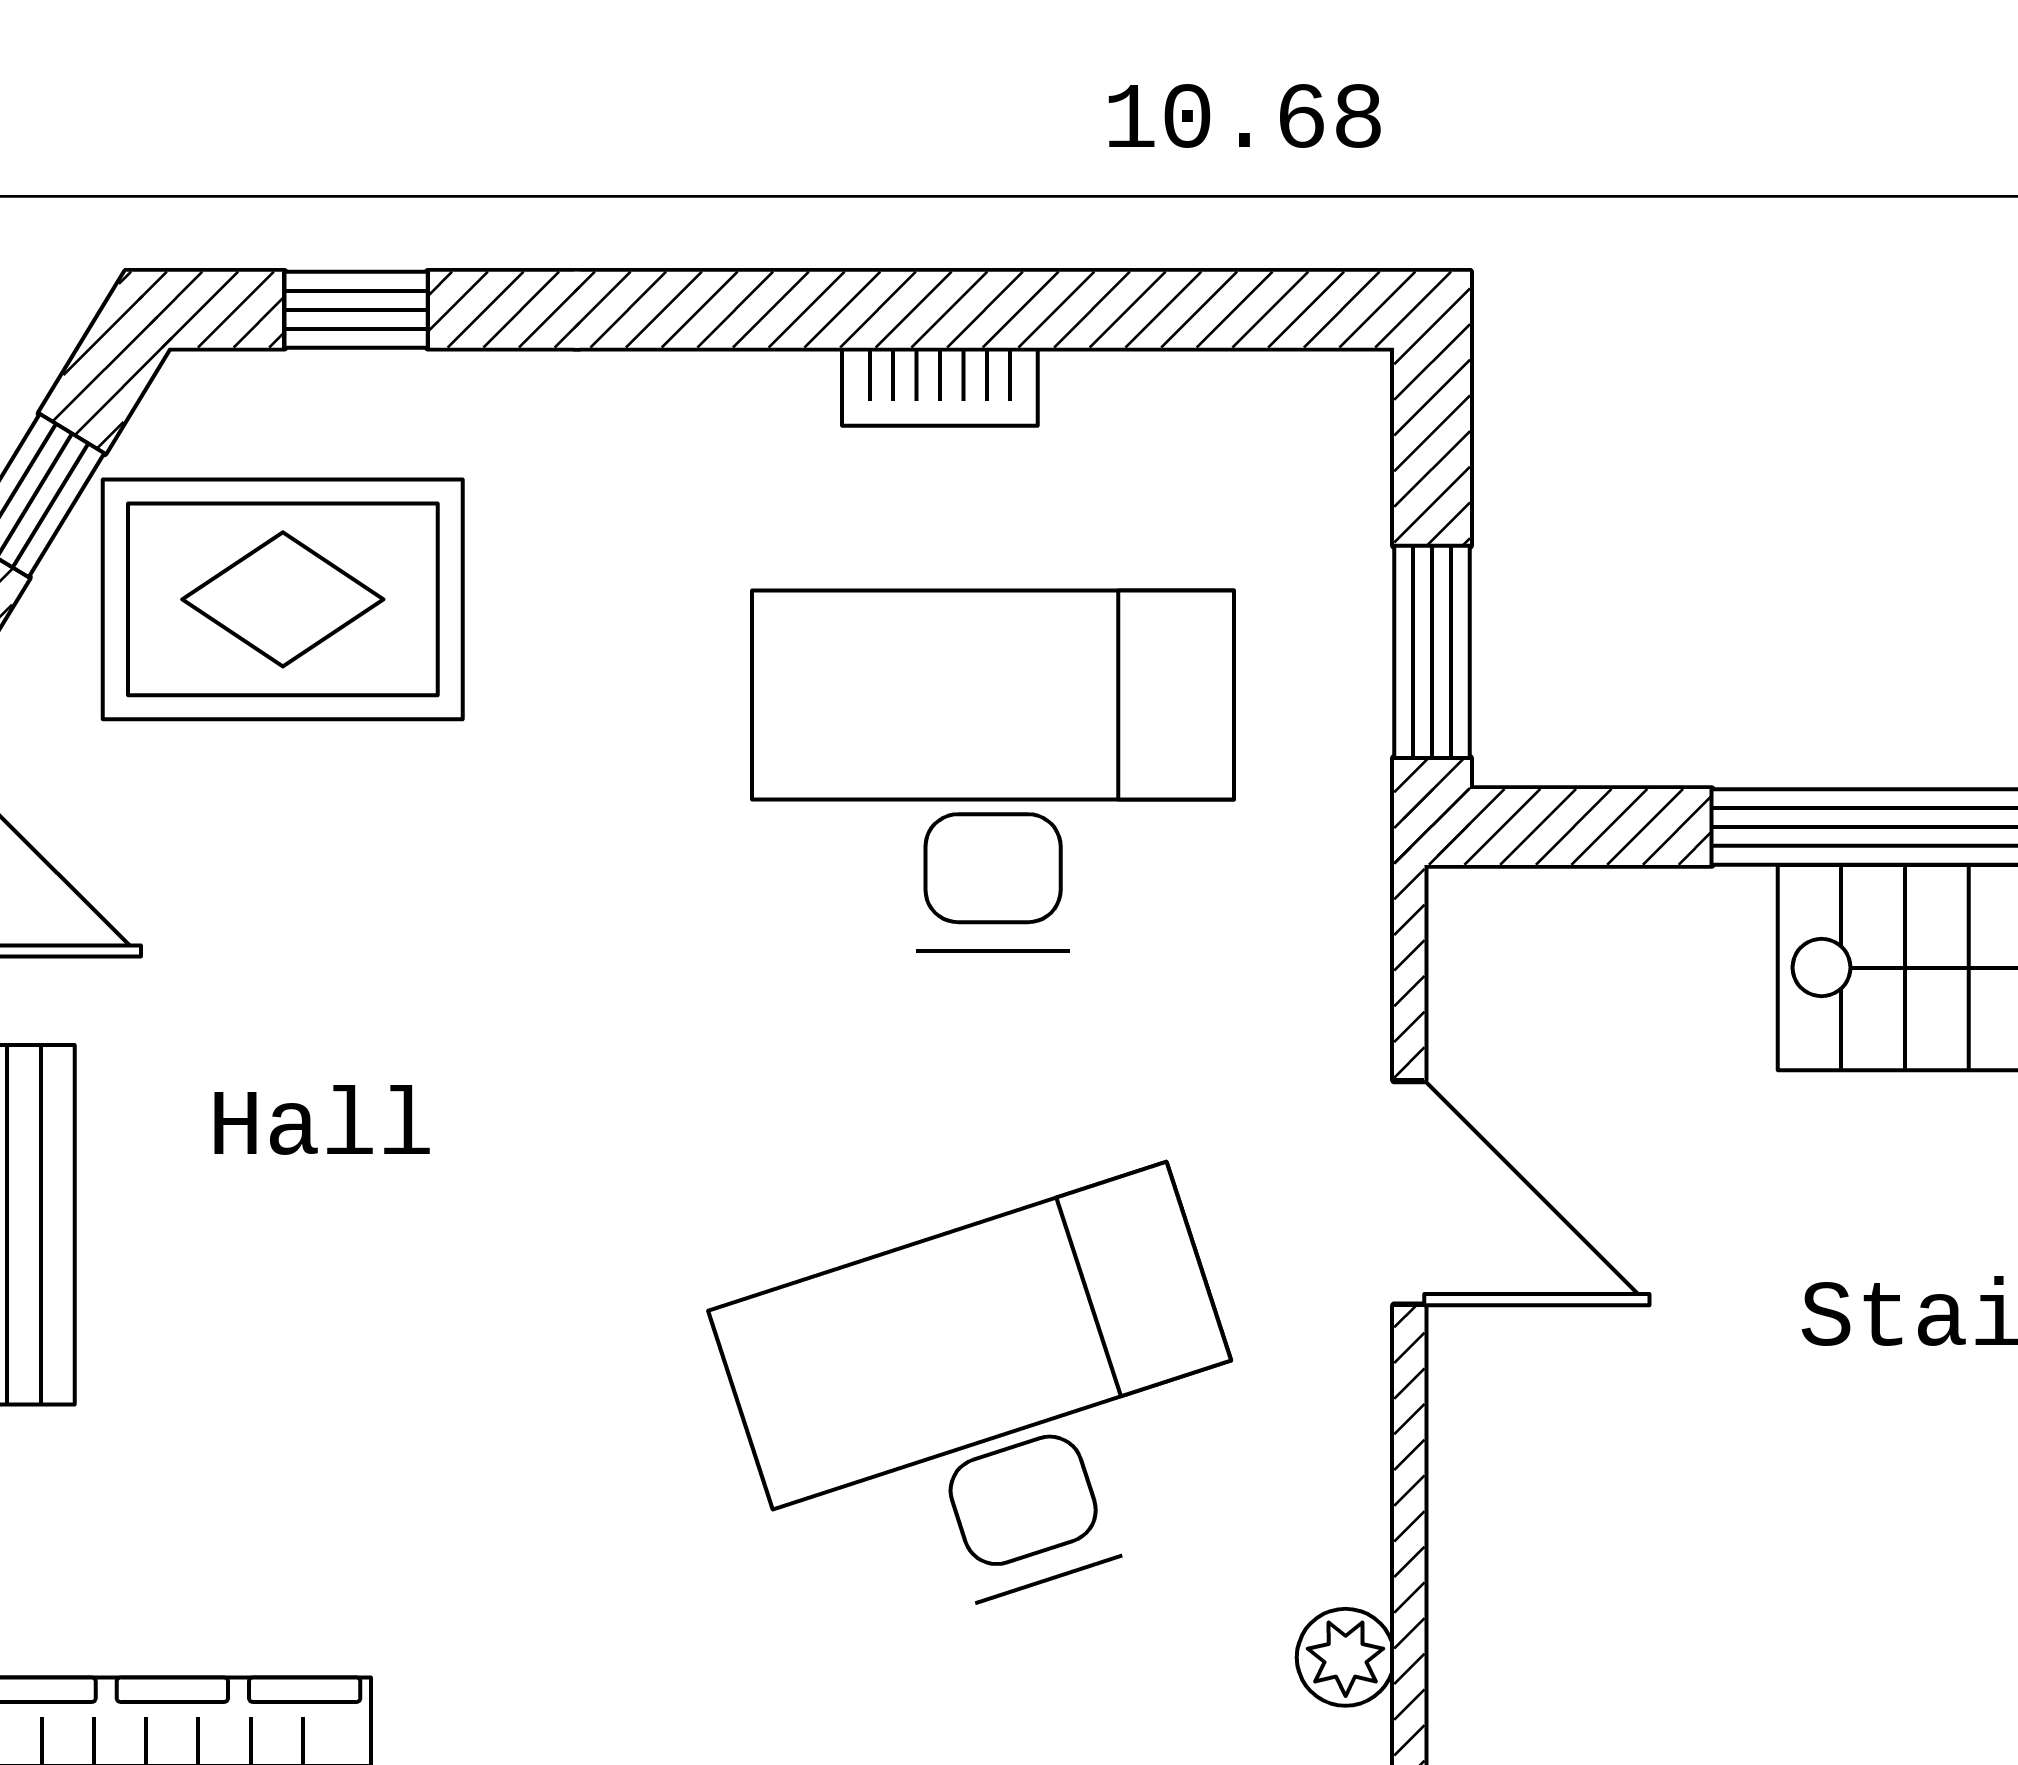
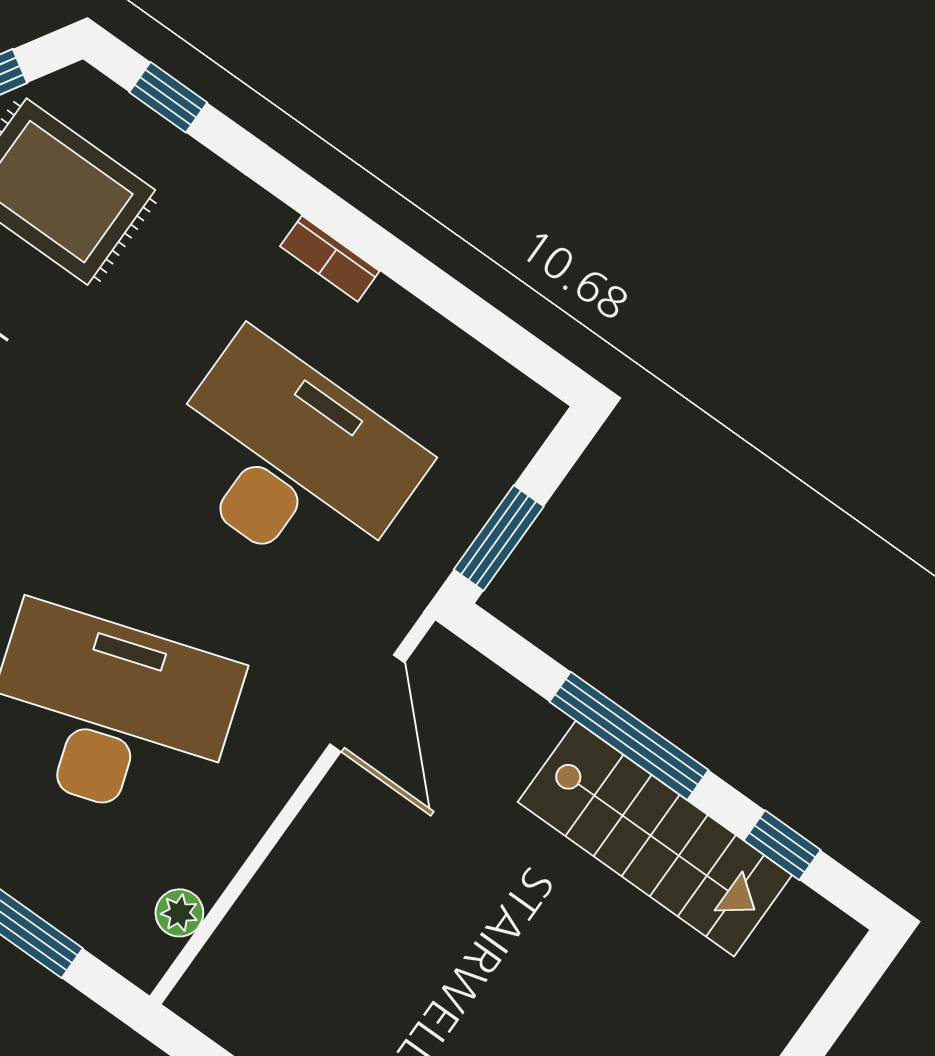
bookcase: (940, 387) -> (330, 259), moved
door: (1409, 1193) -> (367, 703), moved

